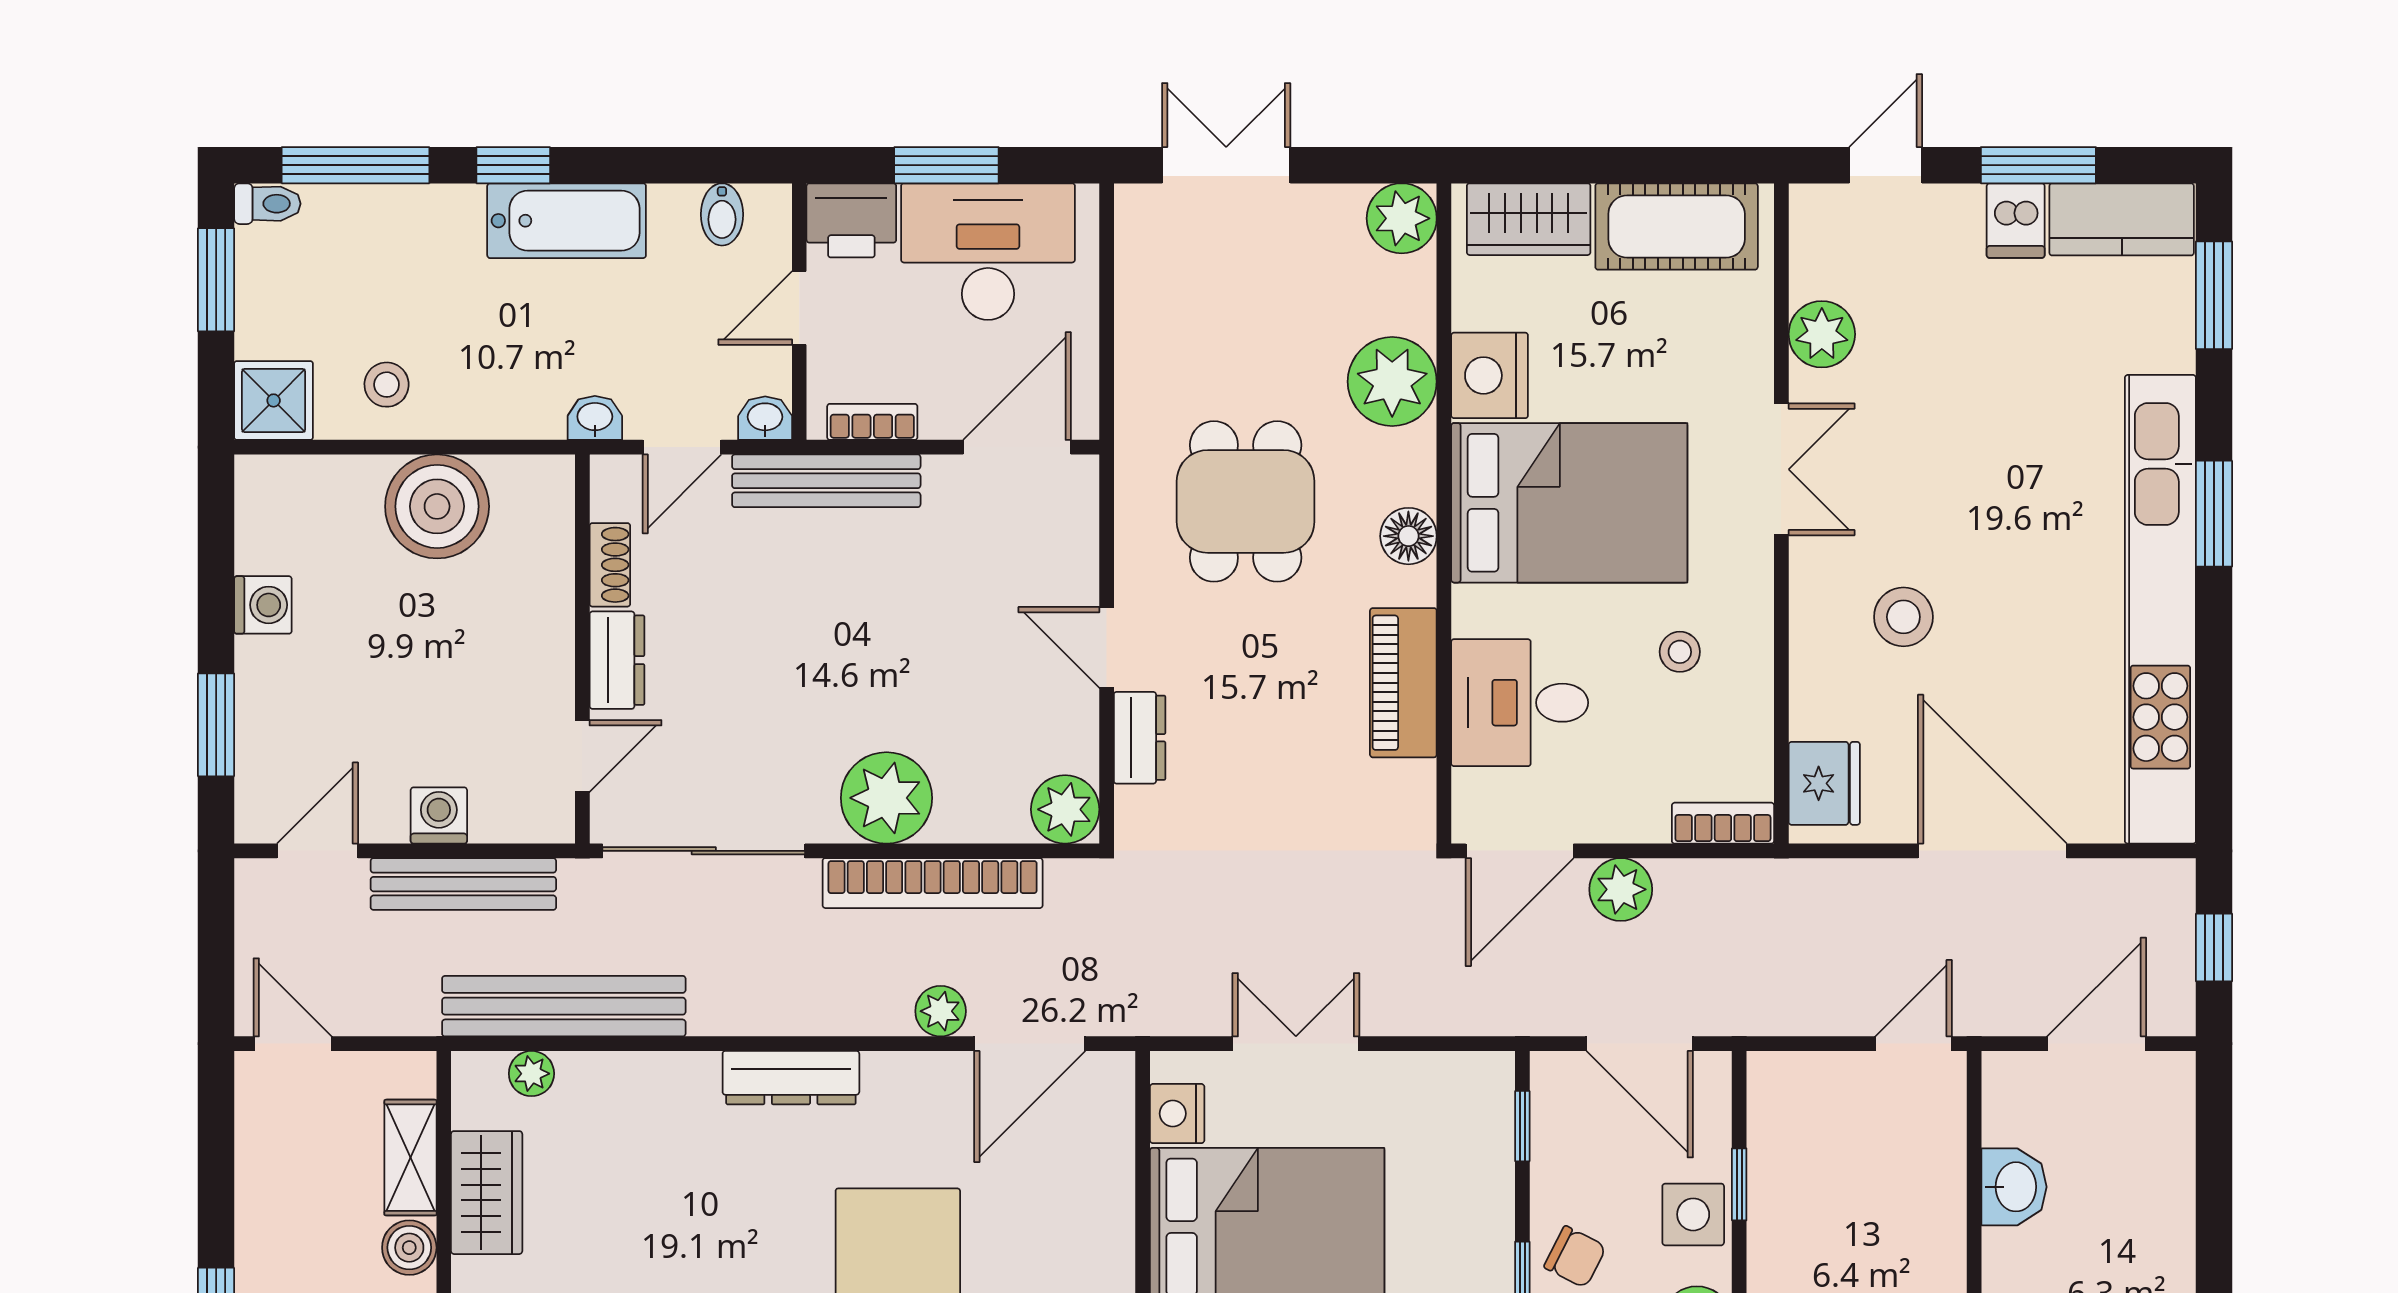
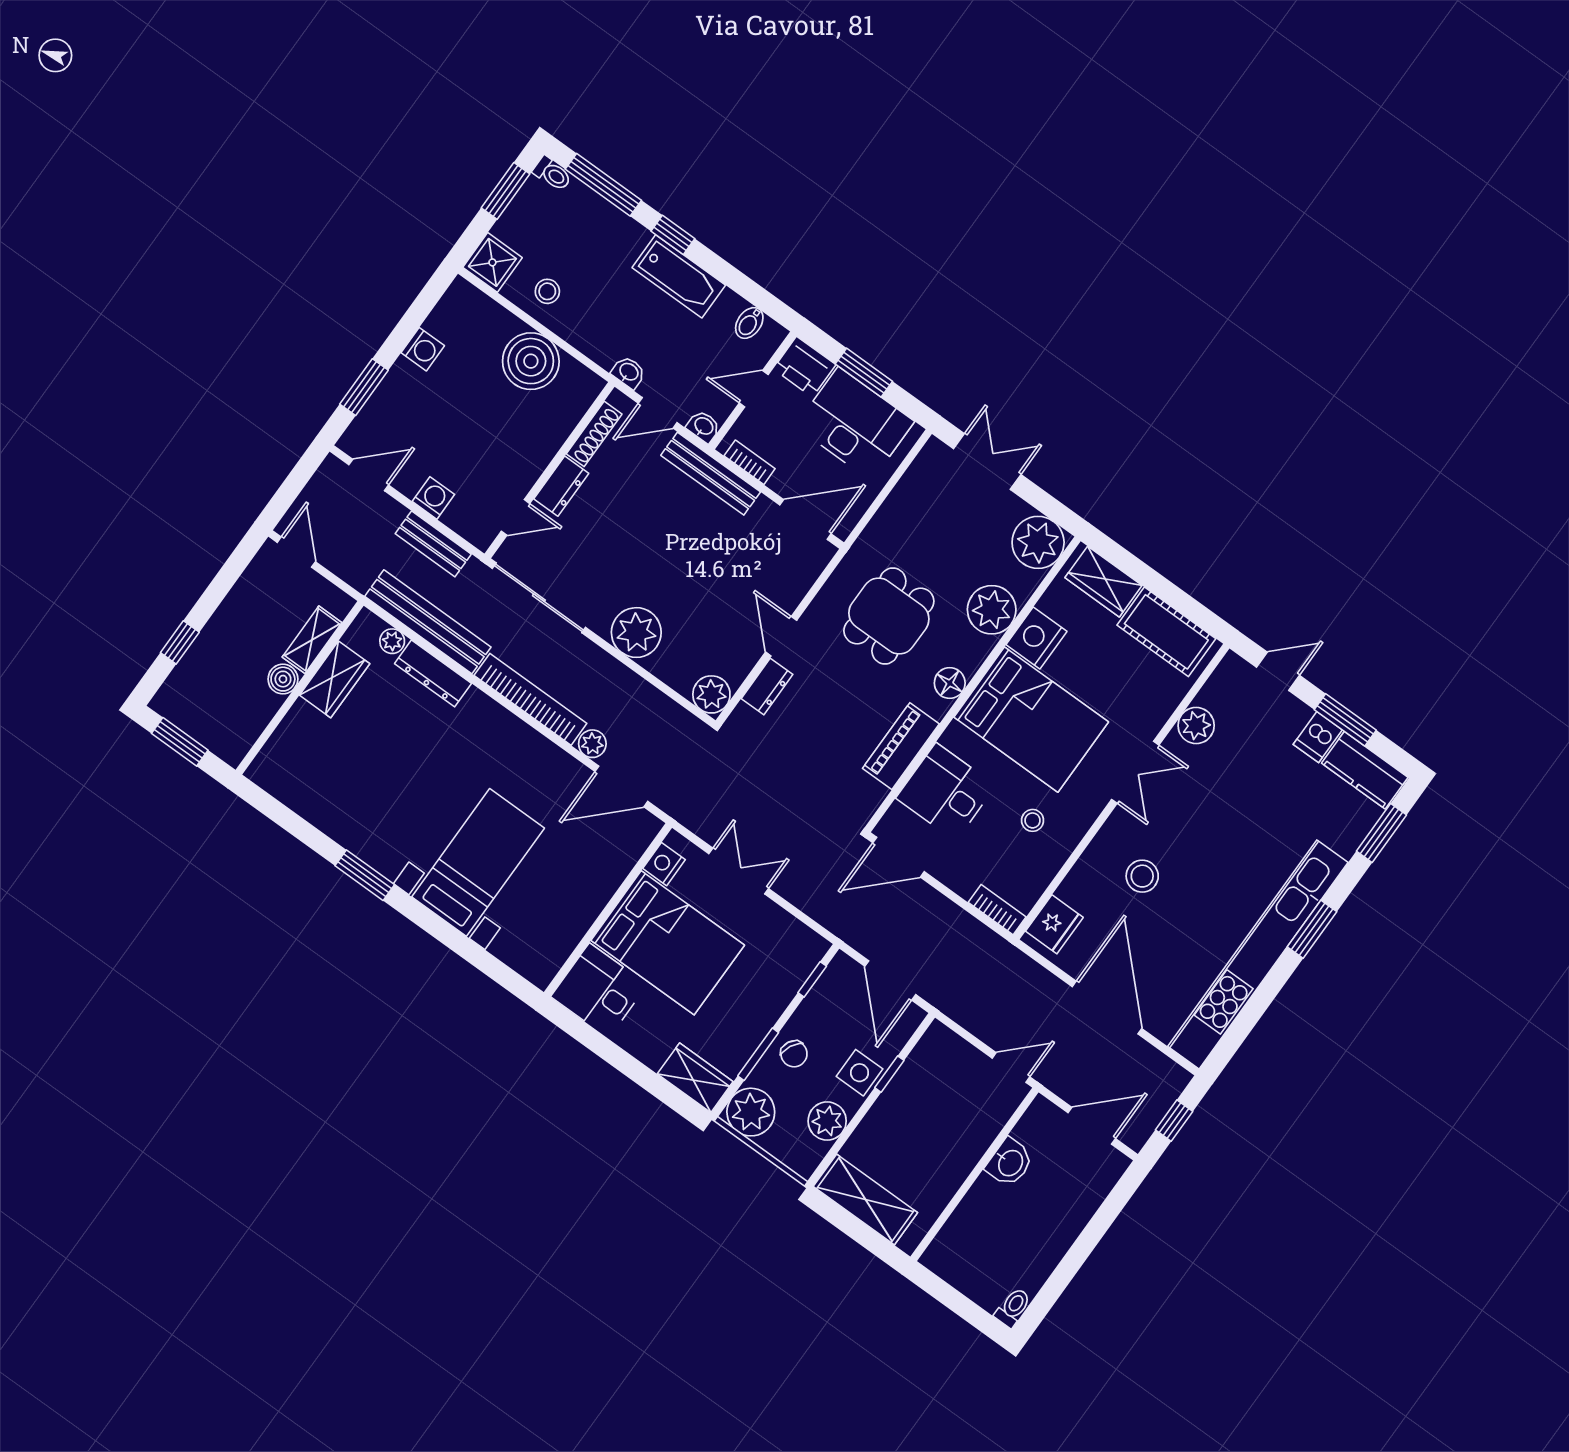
plant: (1402, 218) -> (1038, 542), width x1.36, depth x1.36
shoe rack: (610, 565) -> (594, 434), width x1.43
bookcase: (933, 883) -> (530, 699), moved, turned 180
bench: (463, 884) -> (433, 544), width x0.73
plant: (1621, 889) -> (931, 906), removed
dresser: (791, 1078) -> (433, 673), moved

